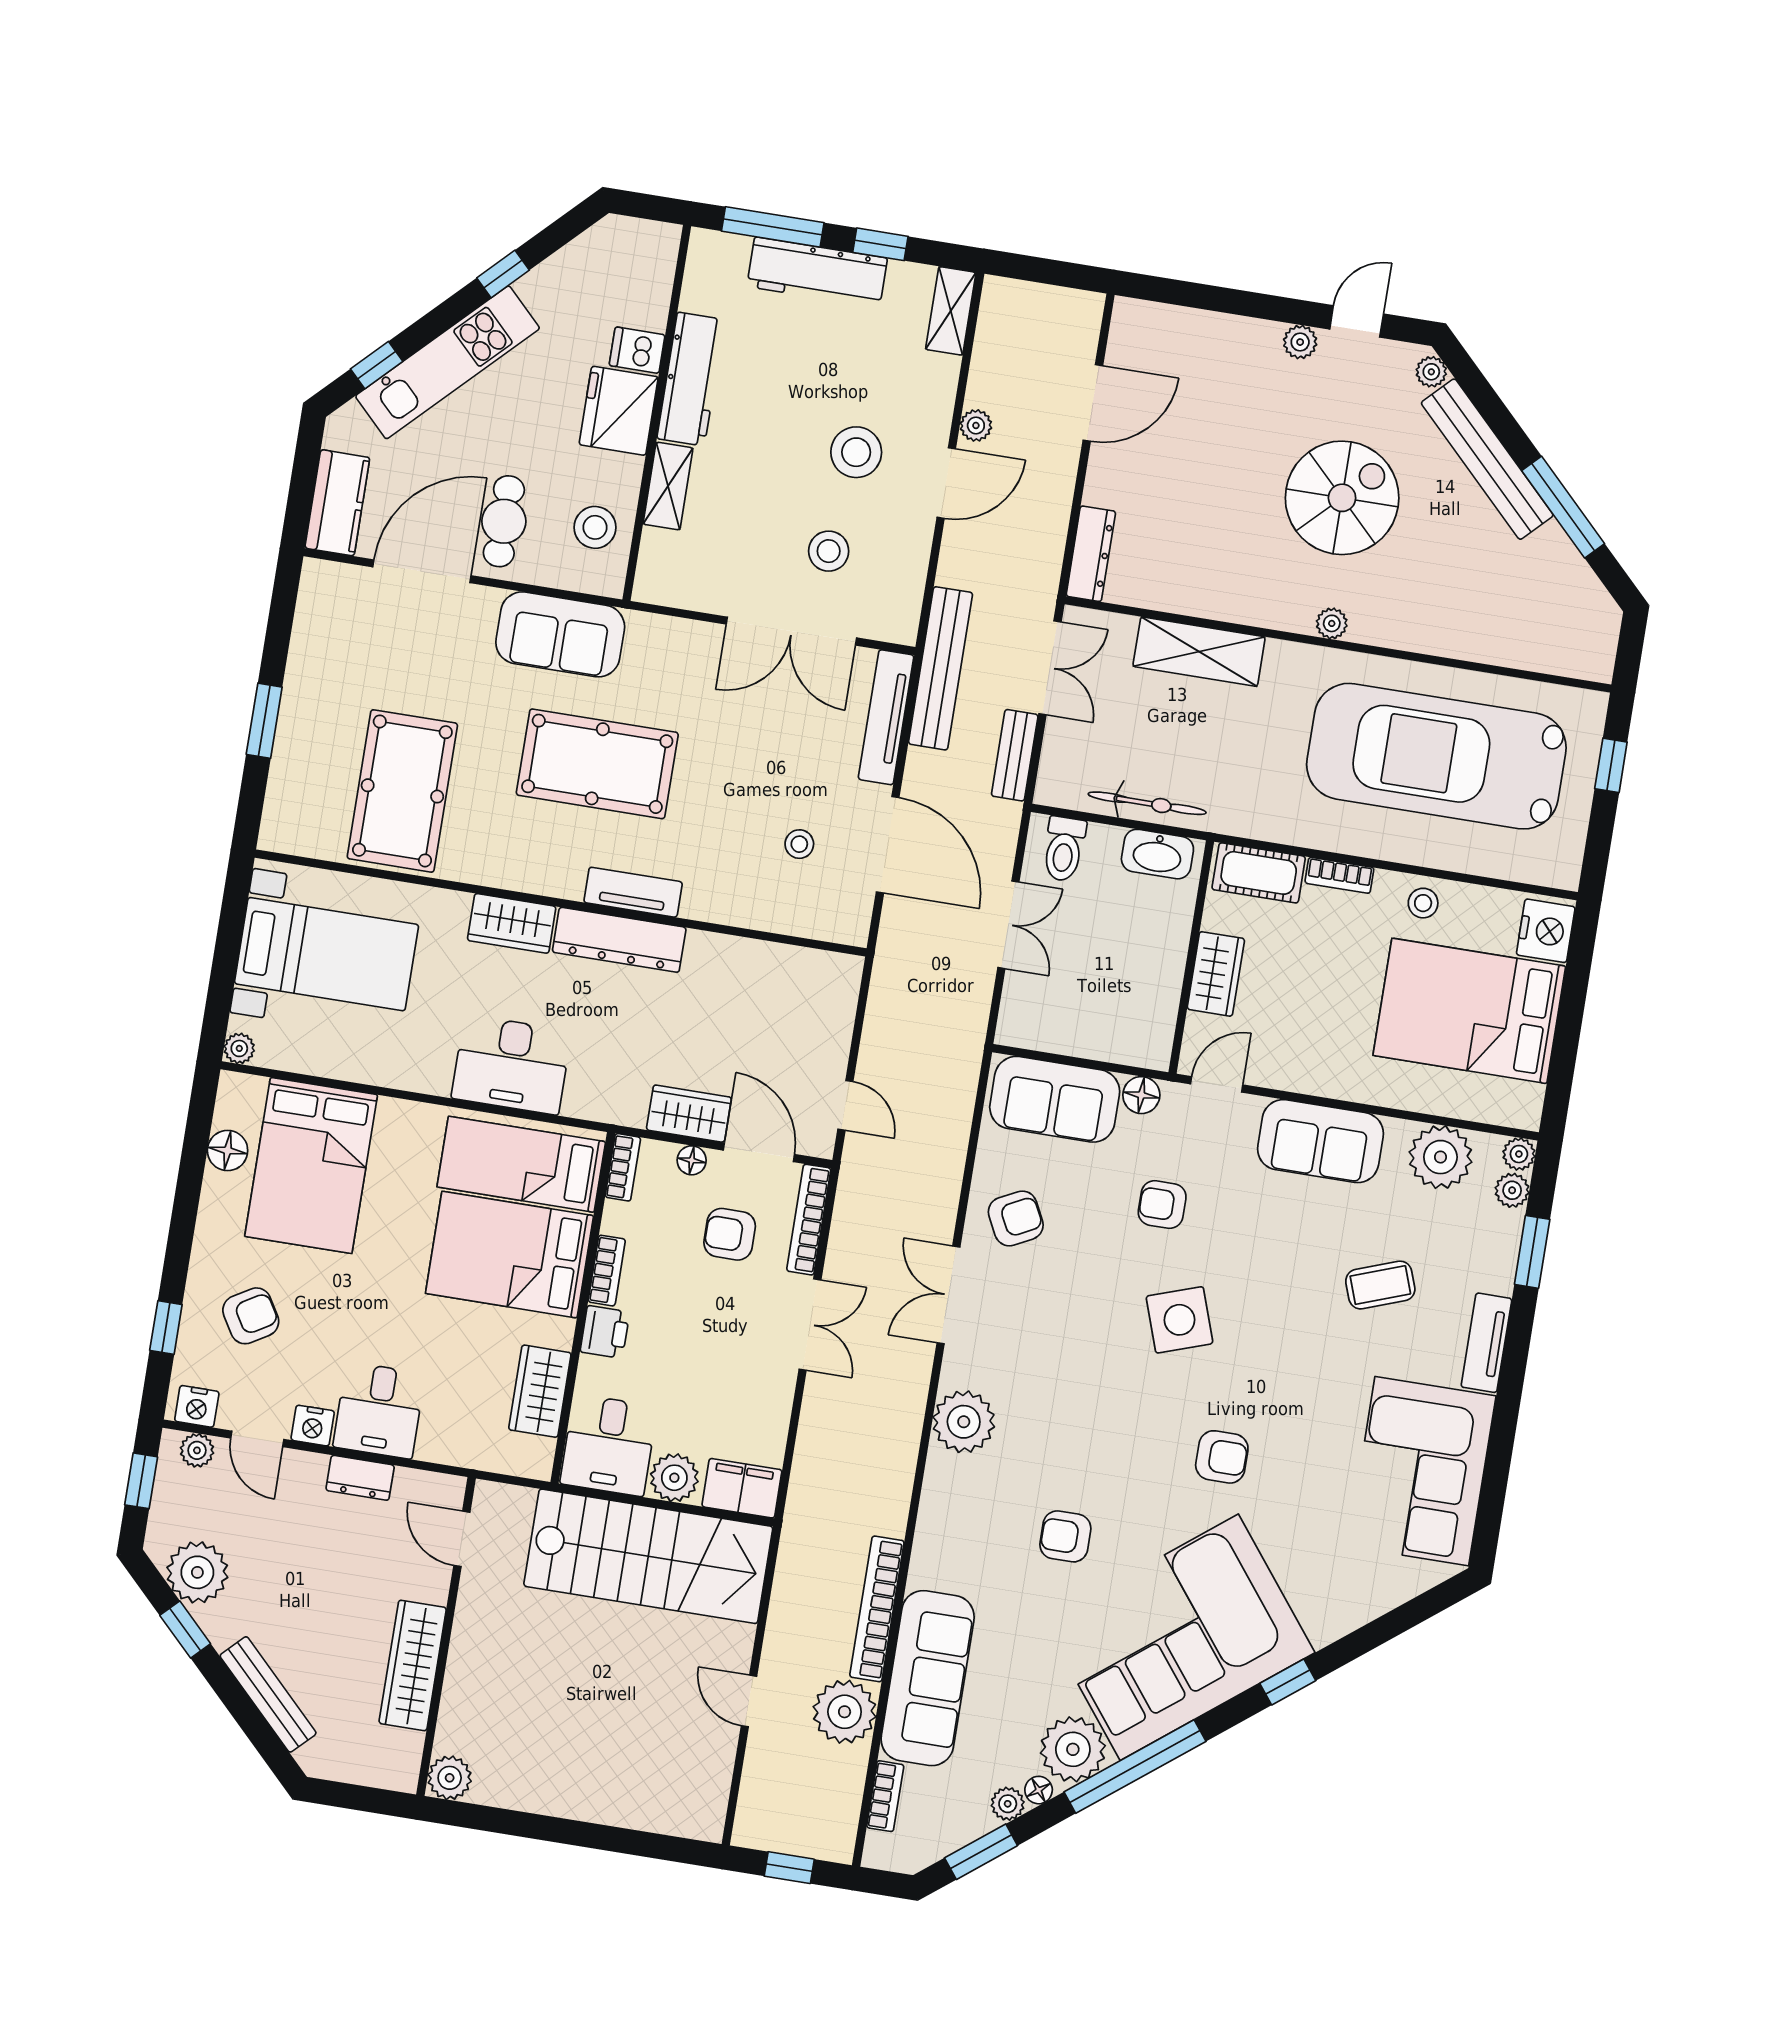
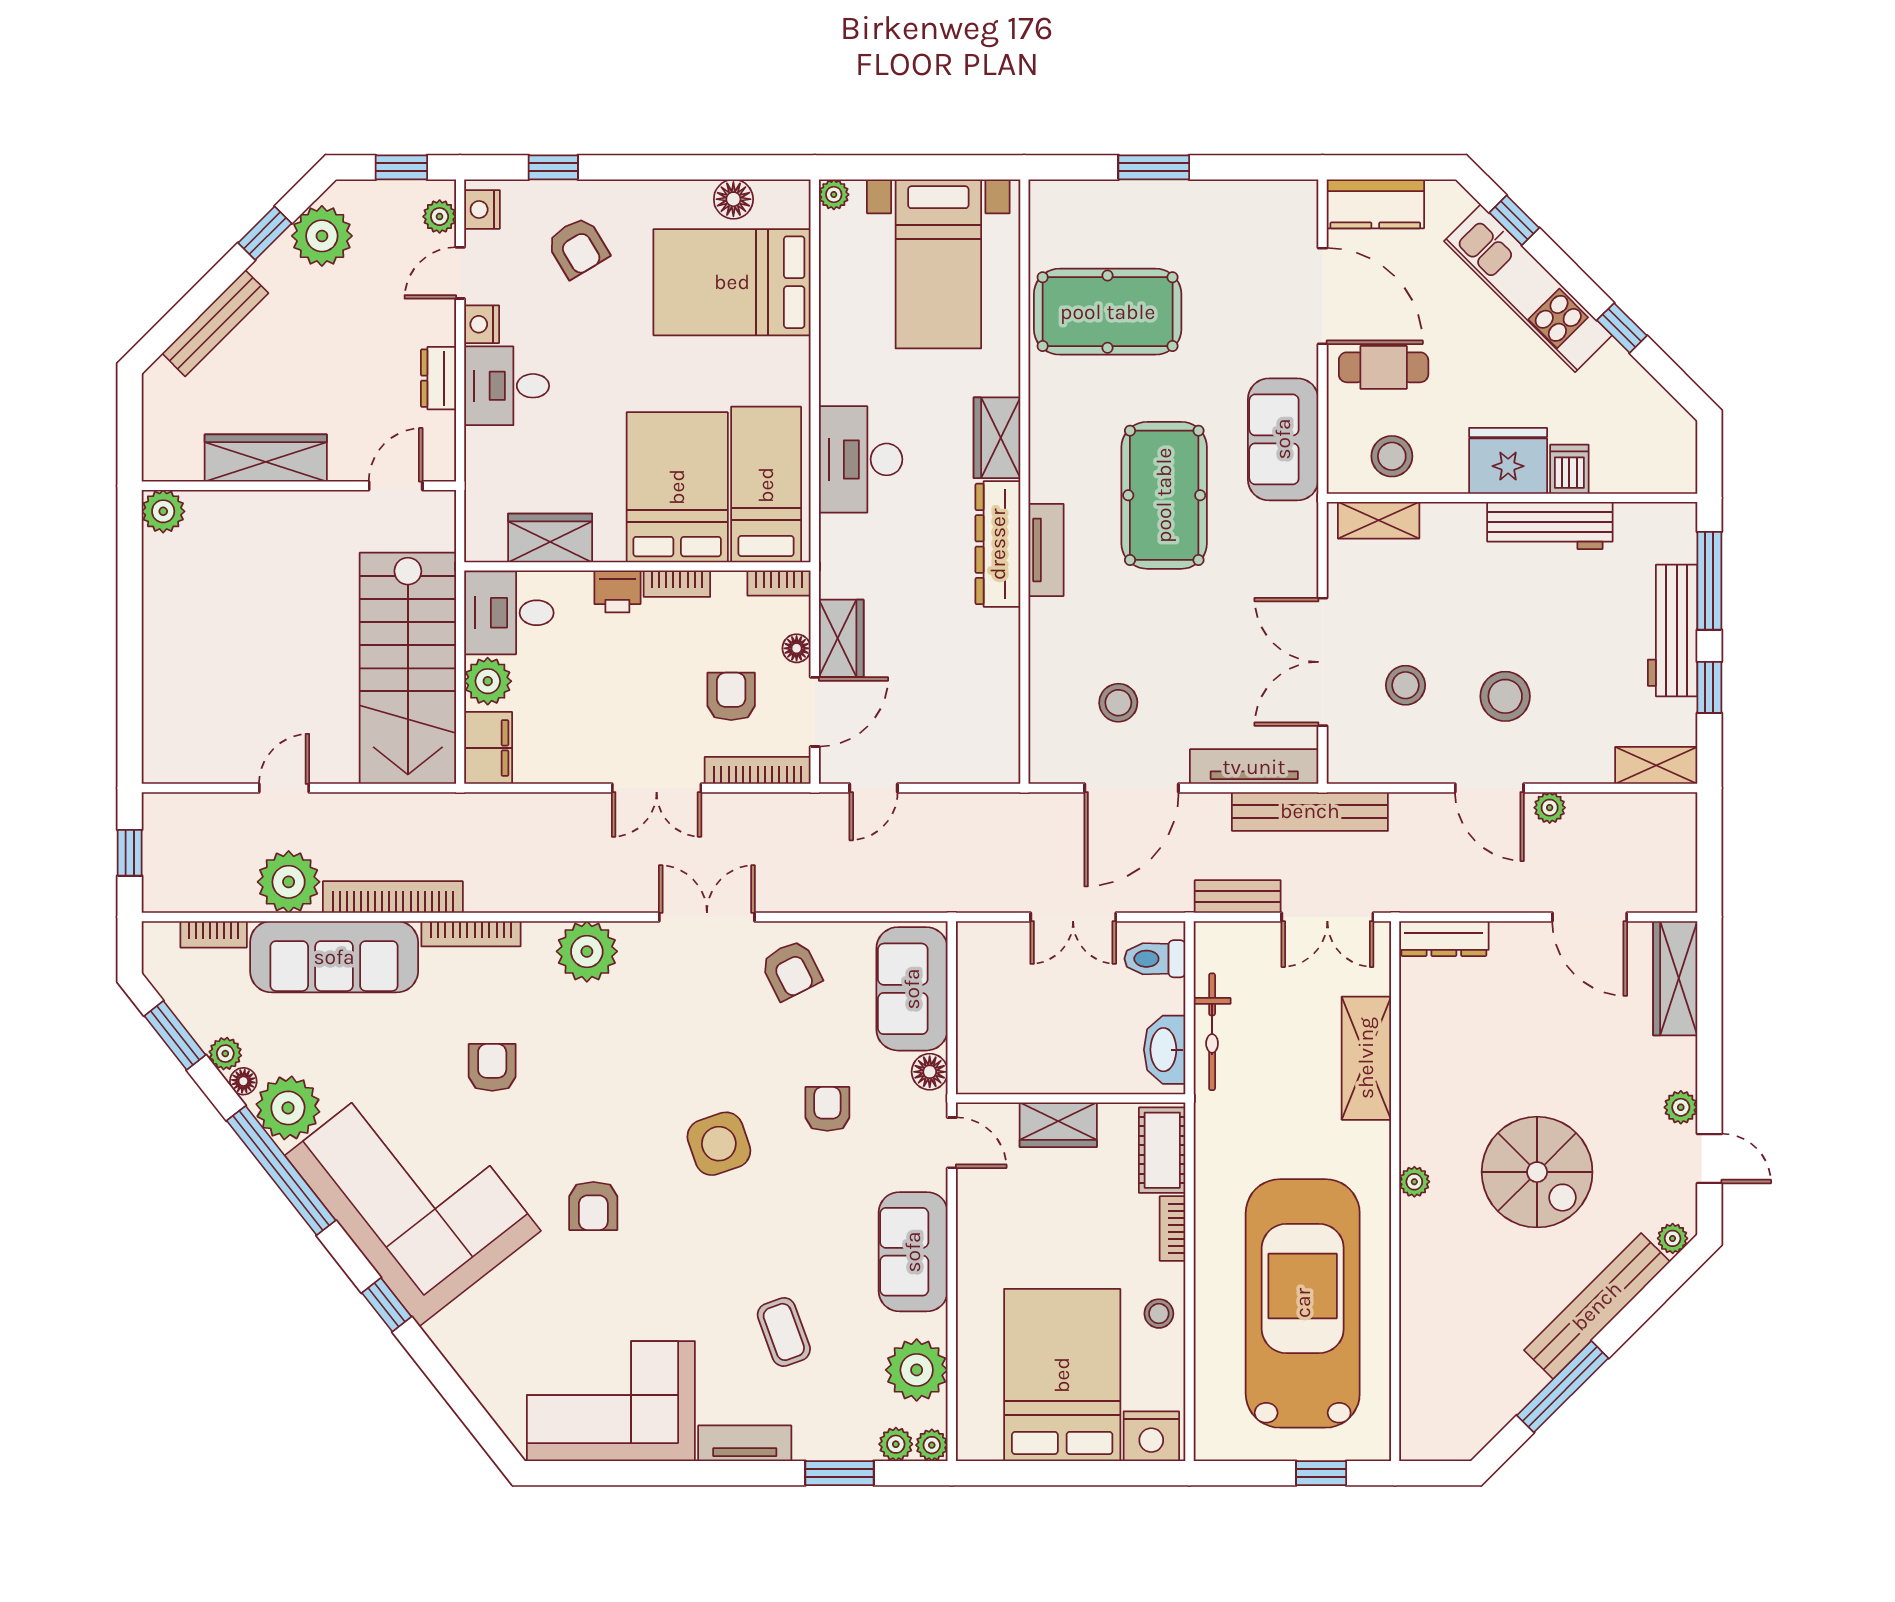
wardrobe: (1169, 327) -> (1675, 978), added
shelving: (668, 486) -> (1379, 520), moved
stool: (799, 844) -> (1118, 703), width x1.37, depth x1.37
bookcase: (927, 1536) -> (471, 934), added

